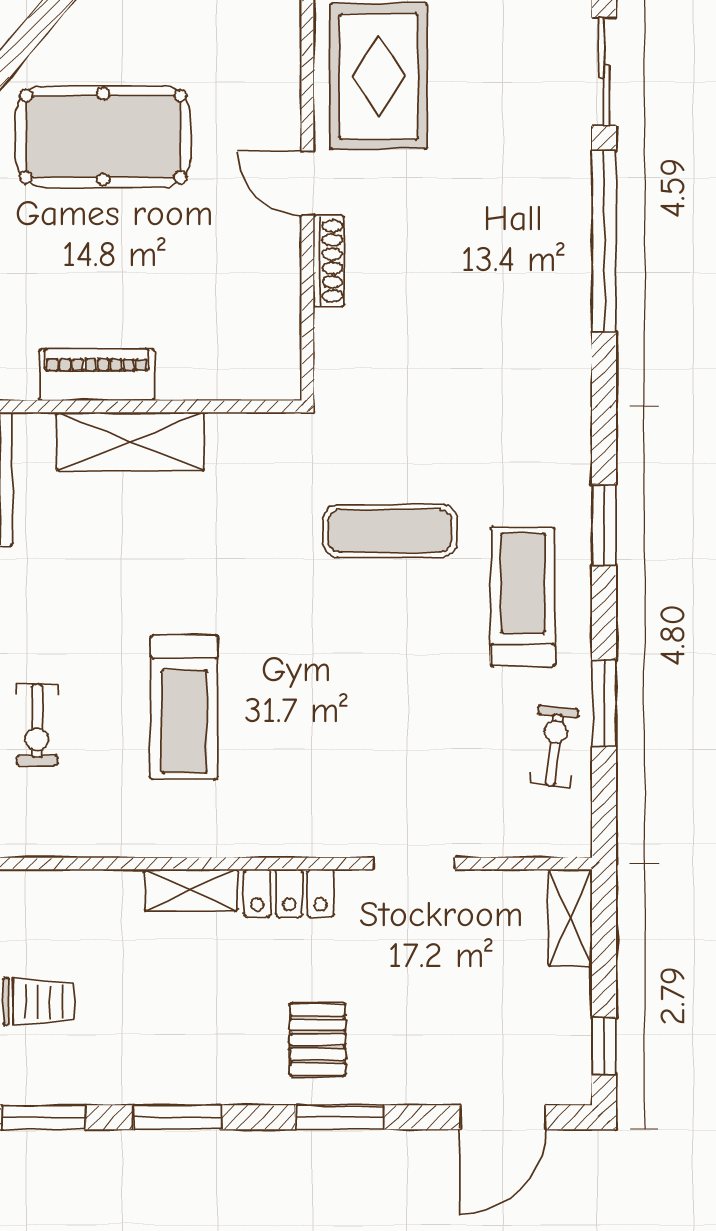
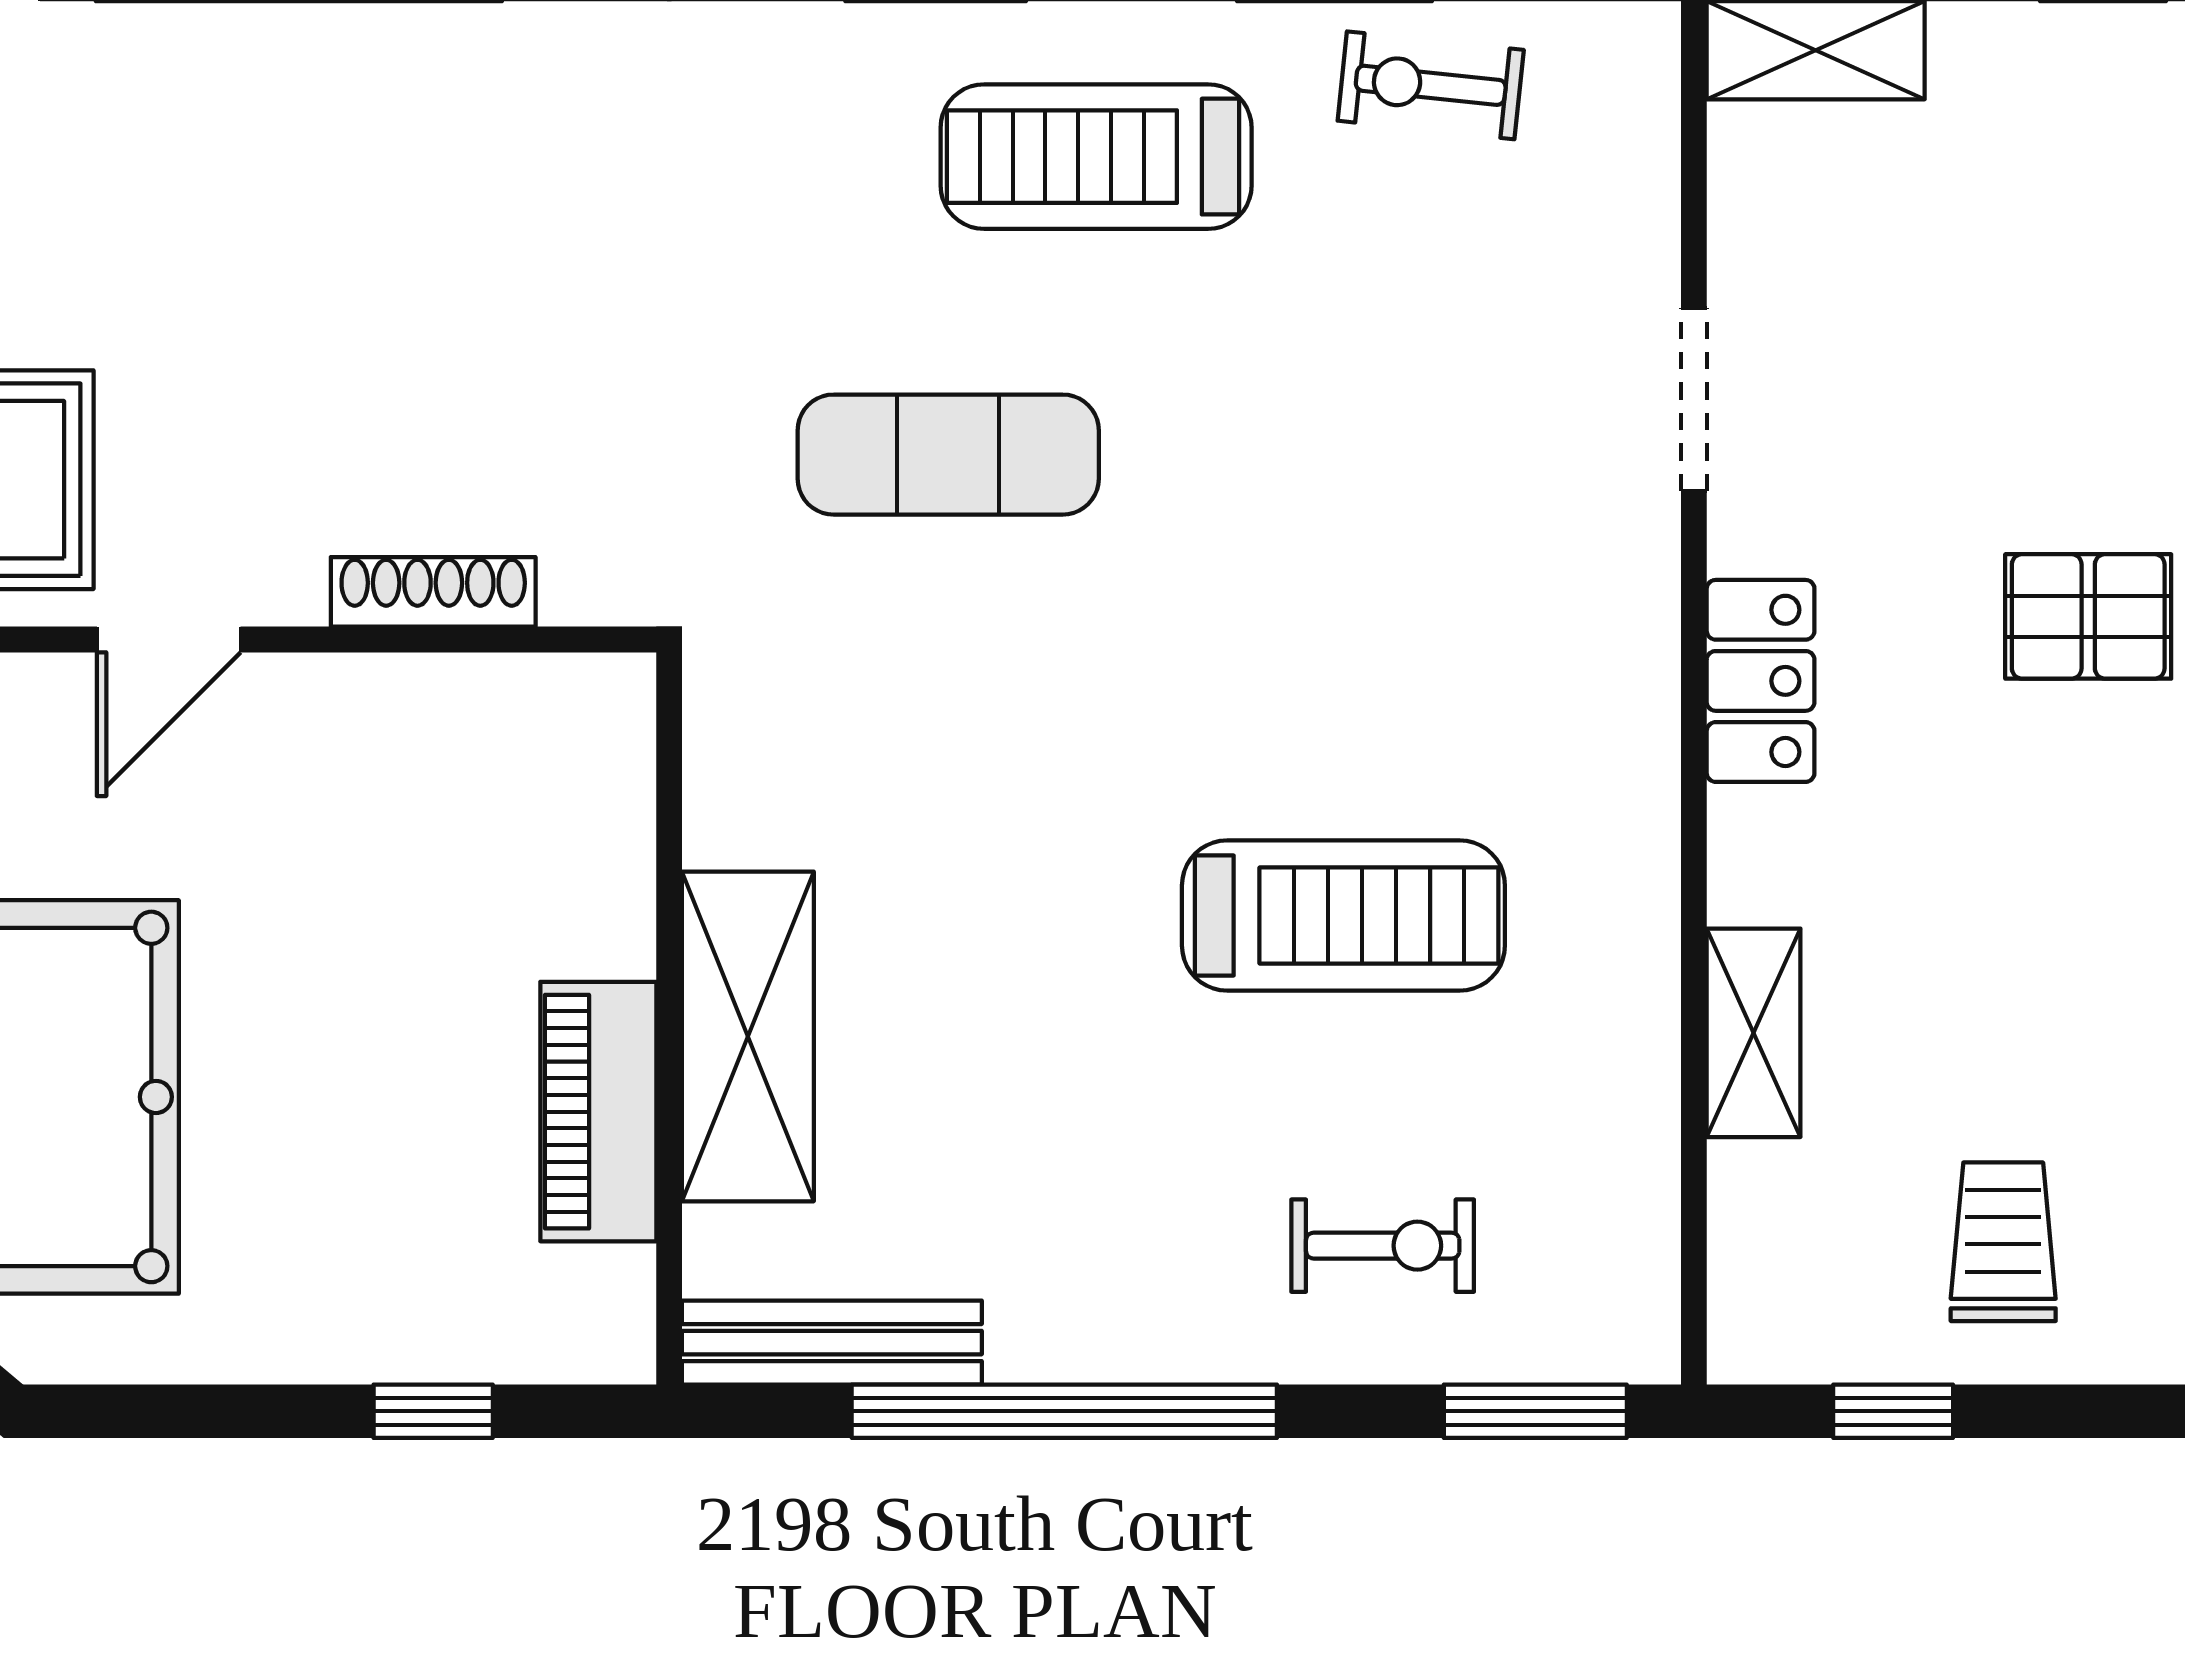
shoe rack: (329, 261) -> (433, 592), moved
exercise mat: (390, 531) -> (948, 455), turned 90
shelving: (191, 890) -> (1754, 1033), moved

